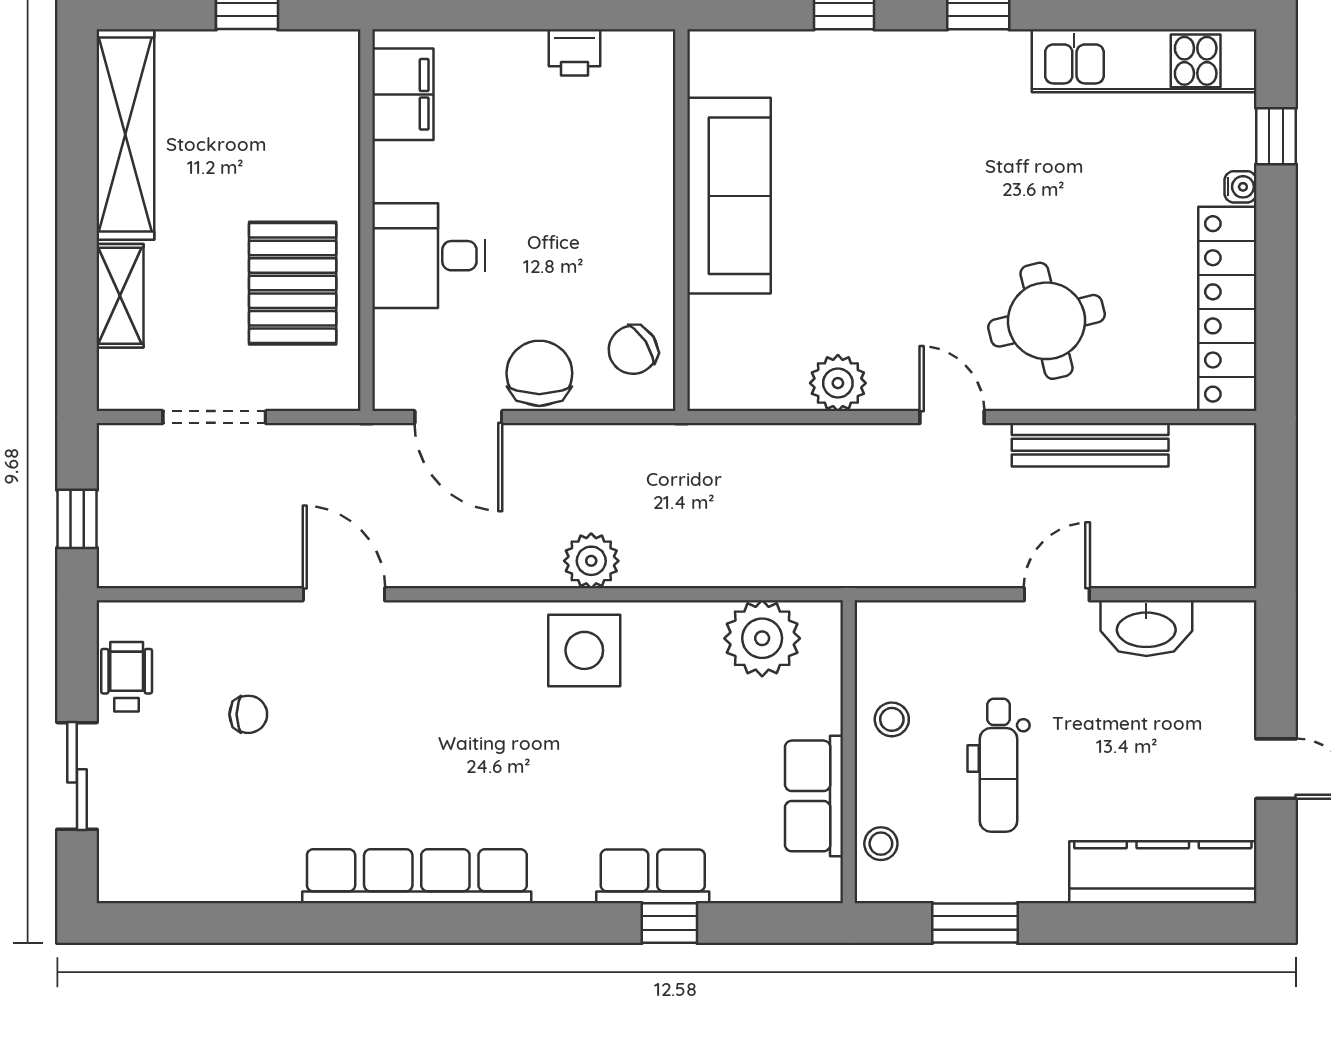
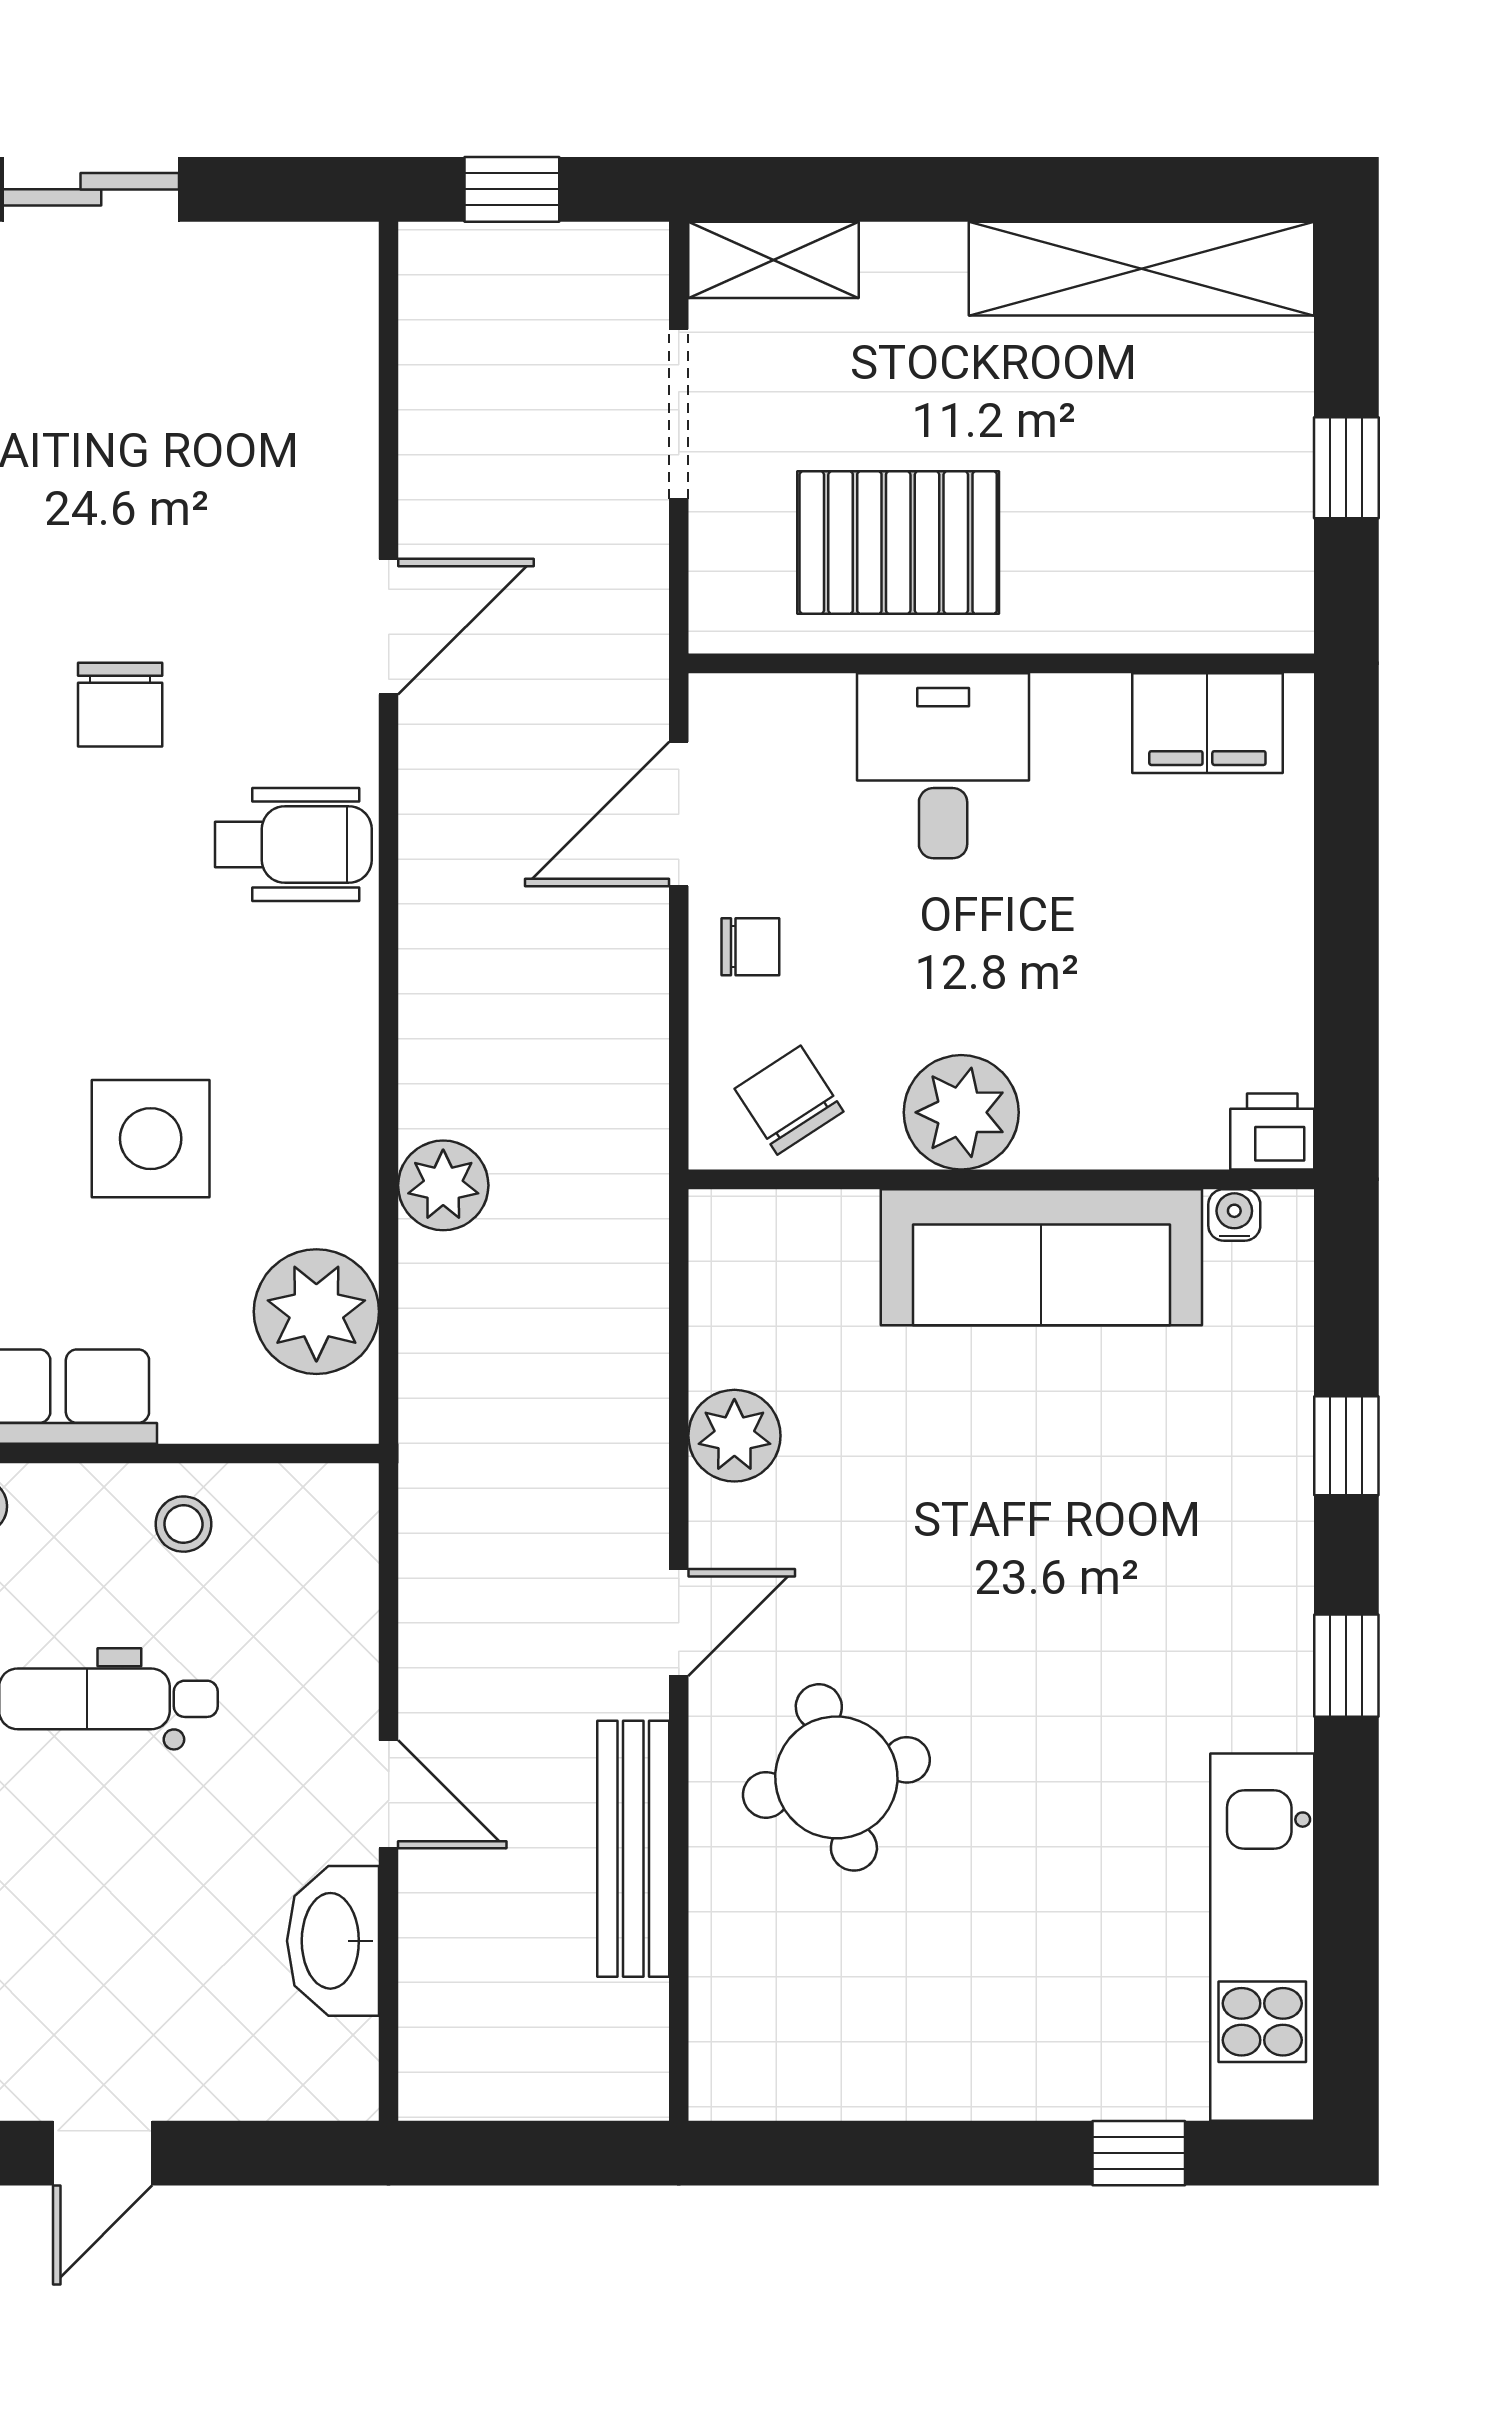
printer: (575, 52) -> (1272, 1132), moved, turned 90
water cooler: (1240, 187) -> (1234, 1215), moved, turned 180
plant: (640, 245) -> (961, 1112), added
shelving: (120, 296) -> (774, 260), moved
locker: (1227, 309) -> (856, 2074), removed
chair: (539, 373) -> (750, 947), width x0.54, depth x0.54
plant: (591, 561) -> (443, 1185), moved
side table: (584, 650) -> (151, 1139), moved
wheelchair: (127, 677) -> (293, 845), moved, width x1.36, depth x1.37
chair: (248, 714) -> (120, 705), moved, width x1.37, depth x1.37

